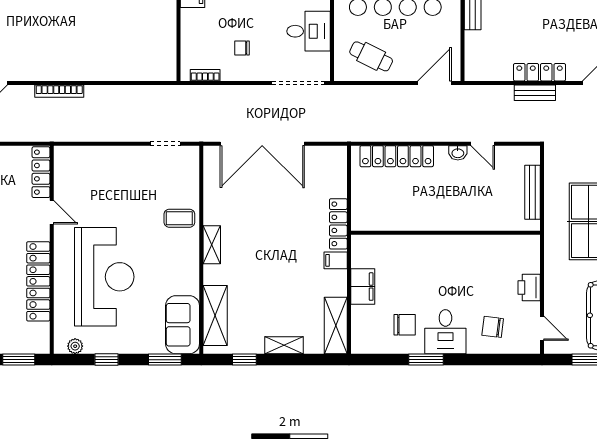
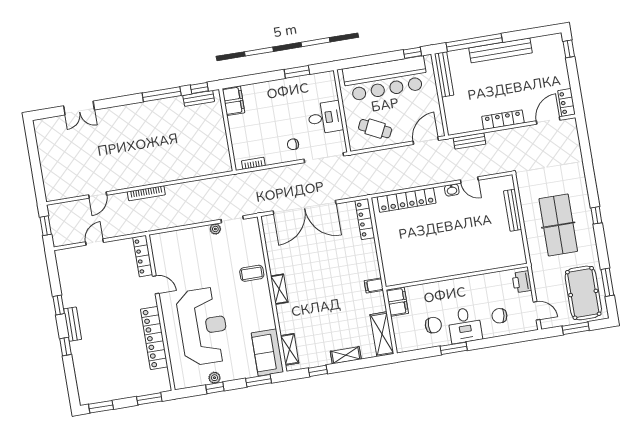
chair: (242, 48) -> (293, 144), moved
bench: (535, 93) -> (469, 141), moved
plant: (141, 153) -> (215, 229), added
locker: (338, 224) -> (365, 219), moved
wall: (446, 233) -> (457, 277), moved
shelving: (215, 315) -> (290, 349), width x0.67, depth x0.75
plant: (75, 346) -> (214, 378), moved

